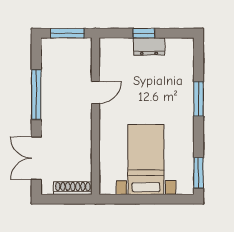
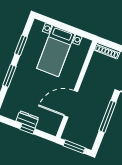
door: (95, 92) -> (71, 104), width x1.88
window: (199, 173) -> (21, 45), moved

